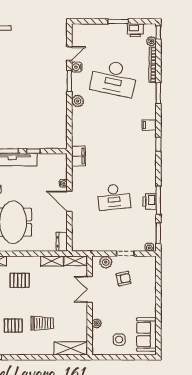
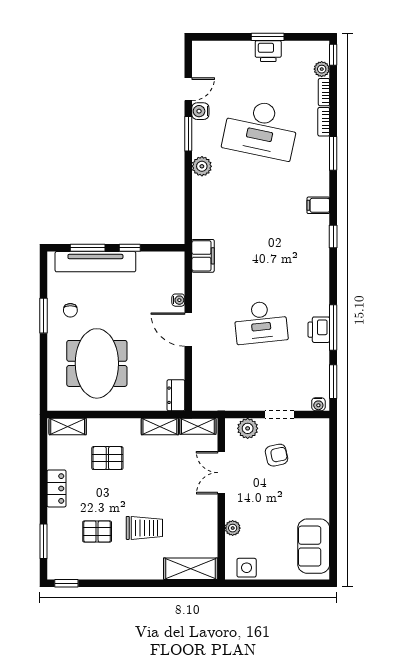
printer: (135, 30) -> (268, 51), moved
side table: (119, 340) -> (247, 568), moved

